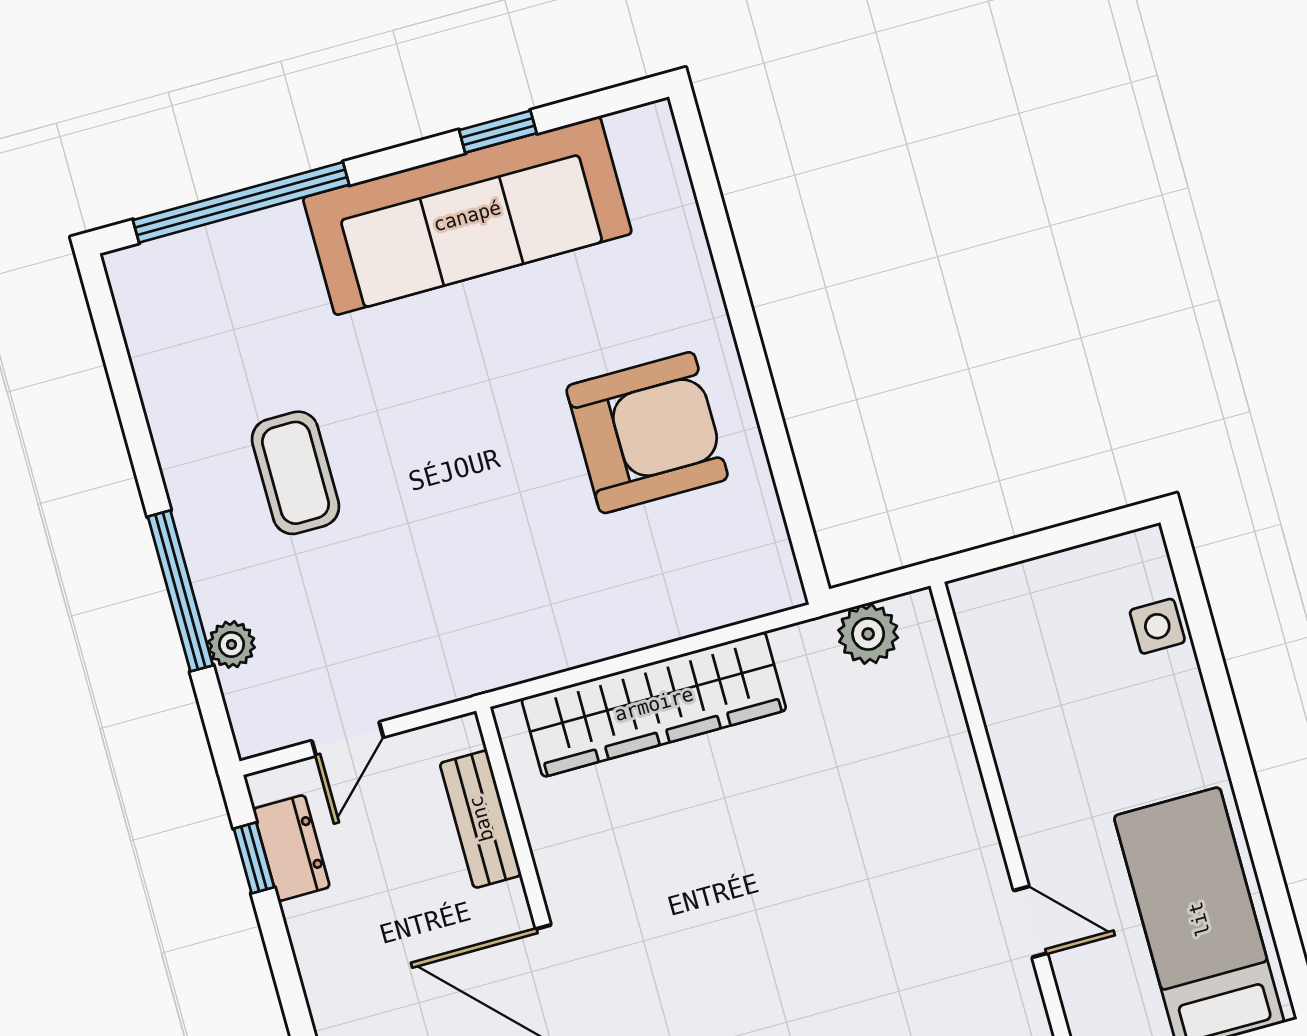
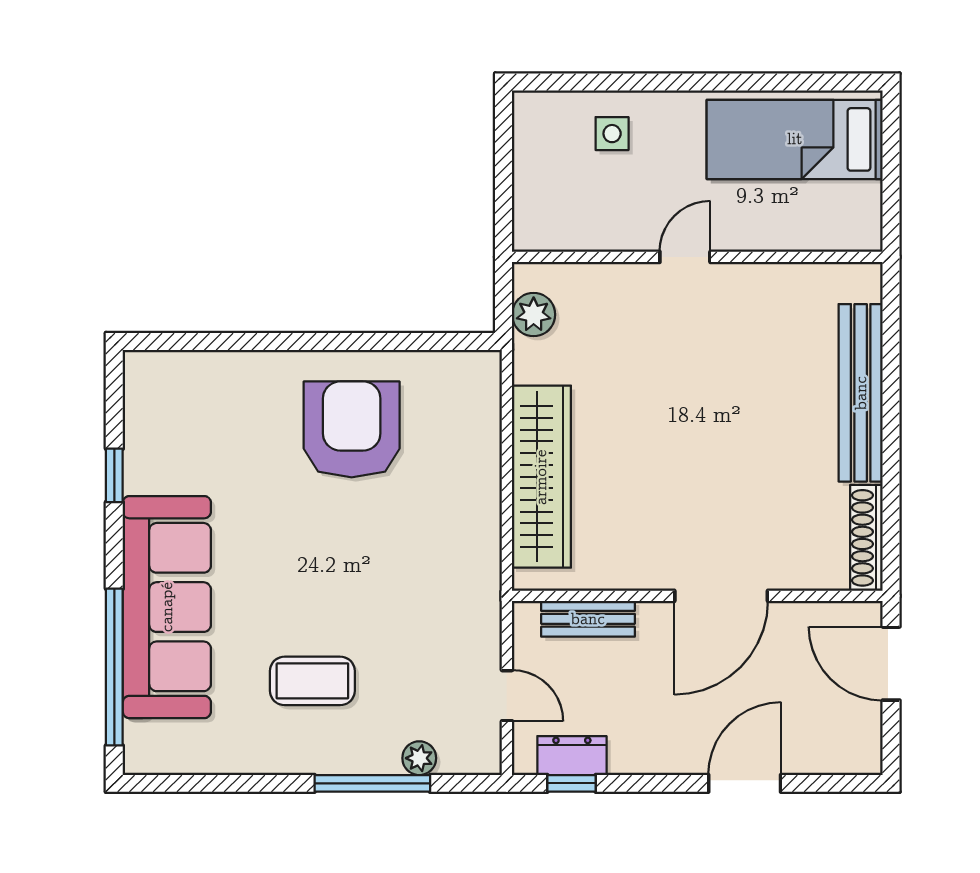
sofa: (467, 216) -> (167, 607), moved
side table: (1157, 626) -> (612, 134), moved
door: (1030, 922) -> (685, 257), moved

